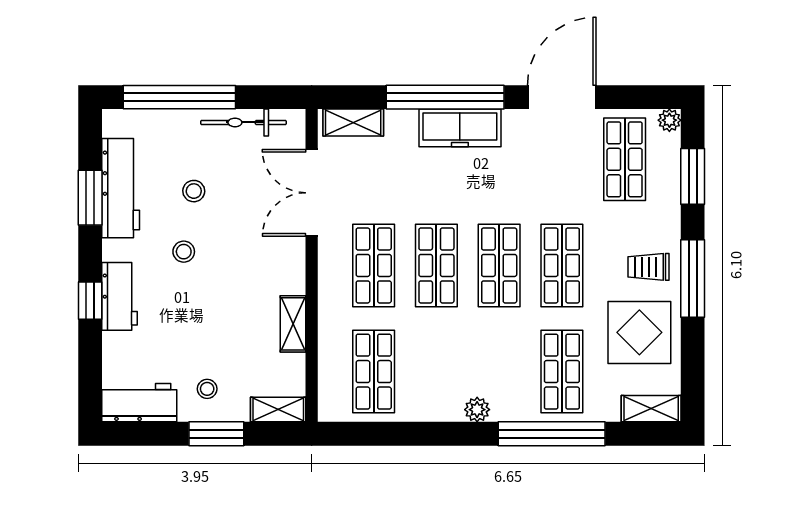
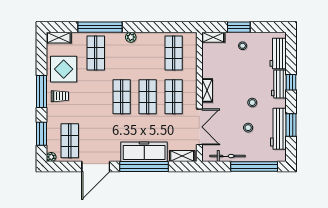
freezer: (460, 128) -> (144, 152), width x1.36, depth x1.26
shop shelf: (562, 265) -> (96, 97), removed
shelving: (293, 324) -> (207, 90), moved
workbench: (139, 403) -> (278, 53), moved, turned 90

